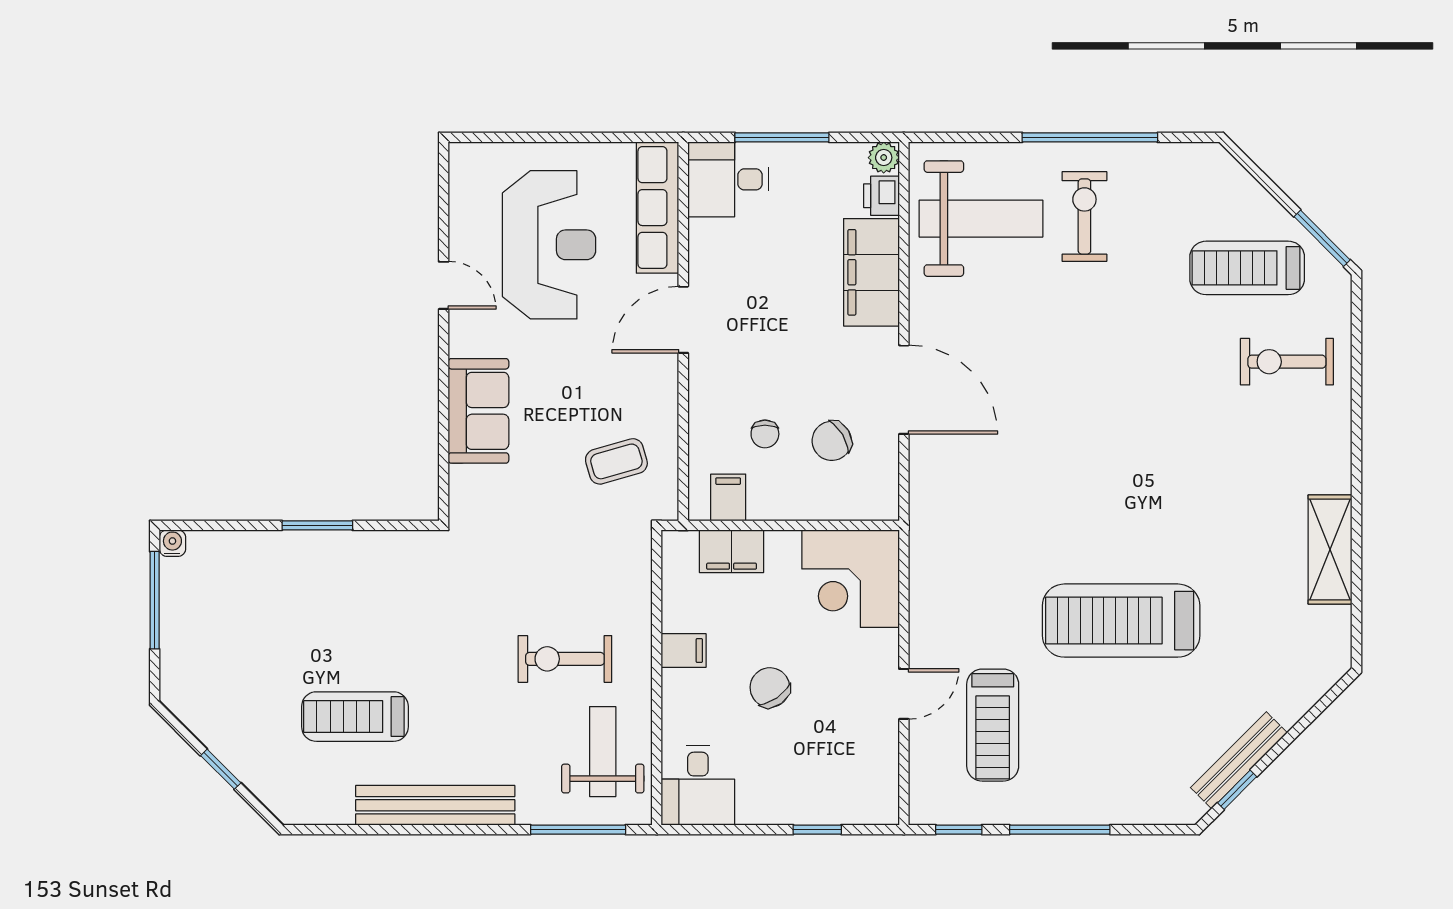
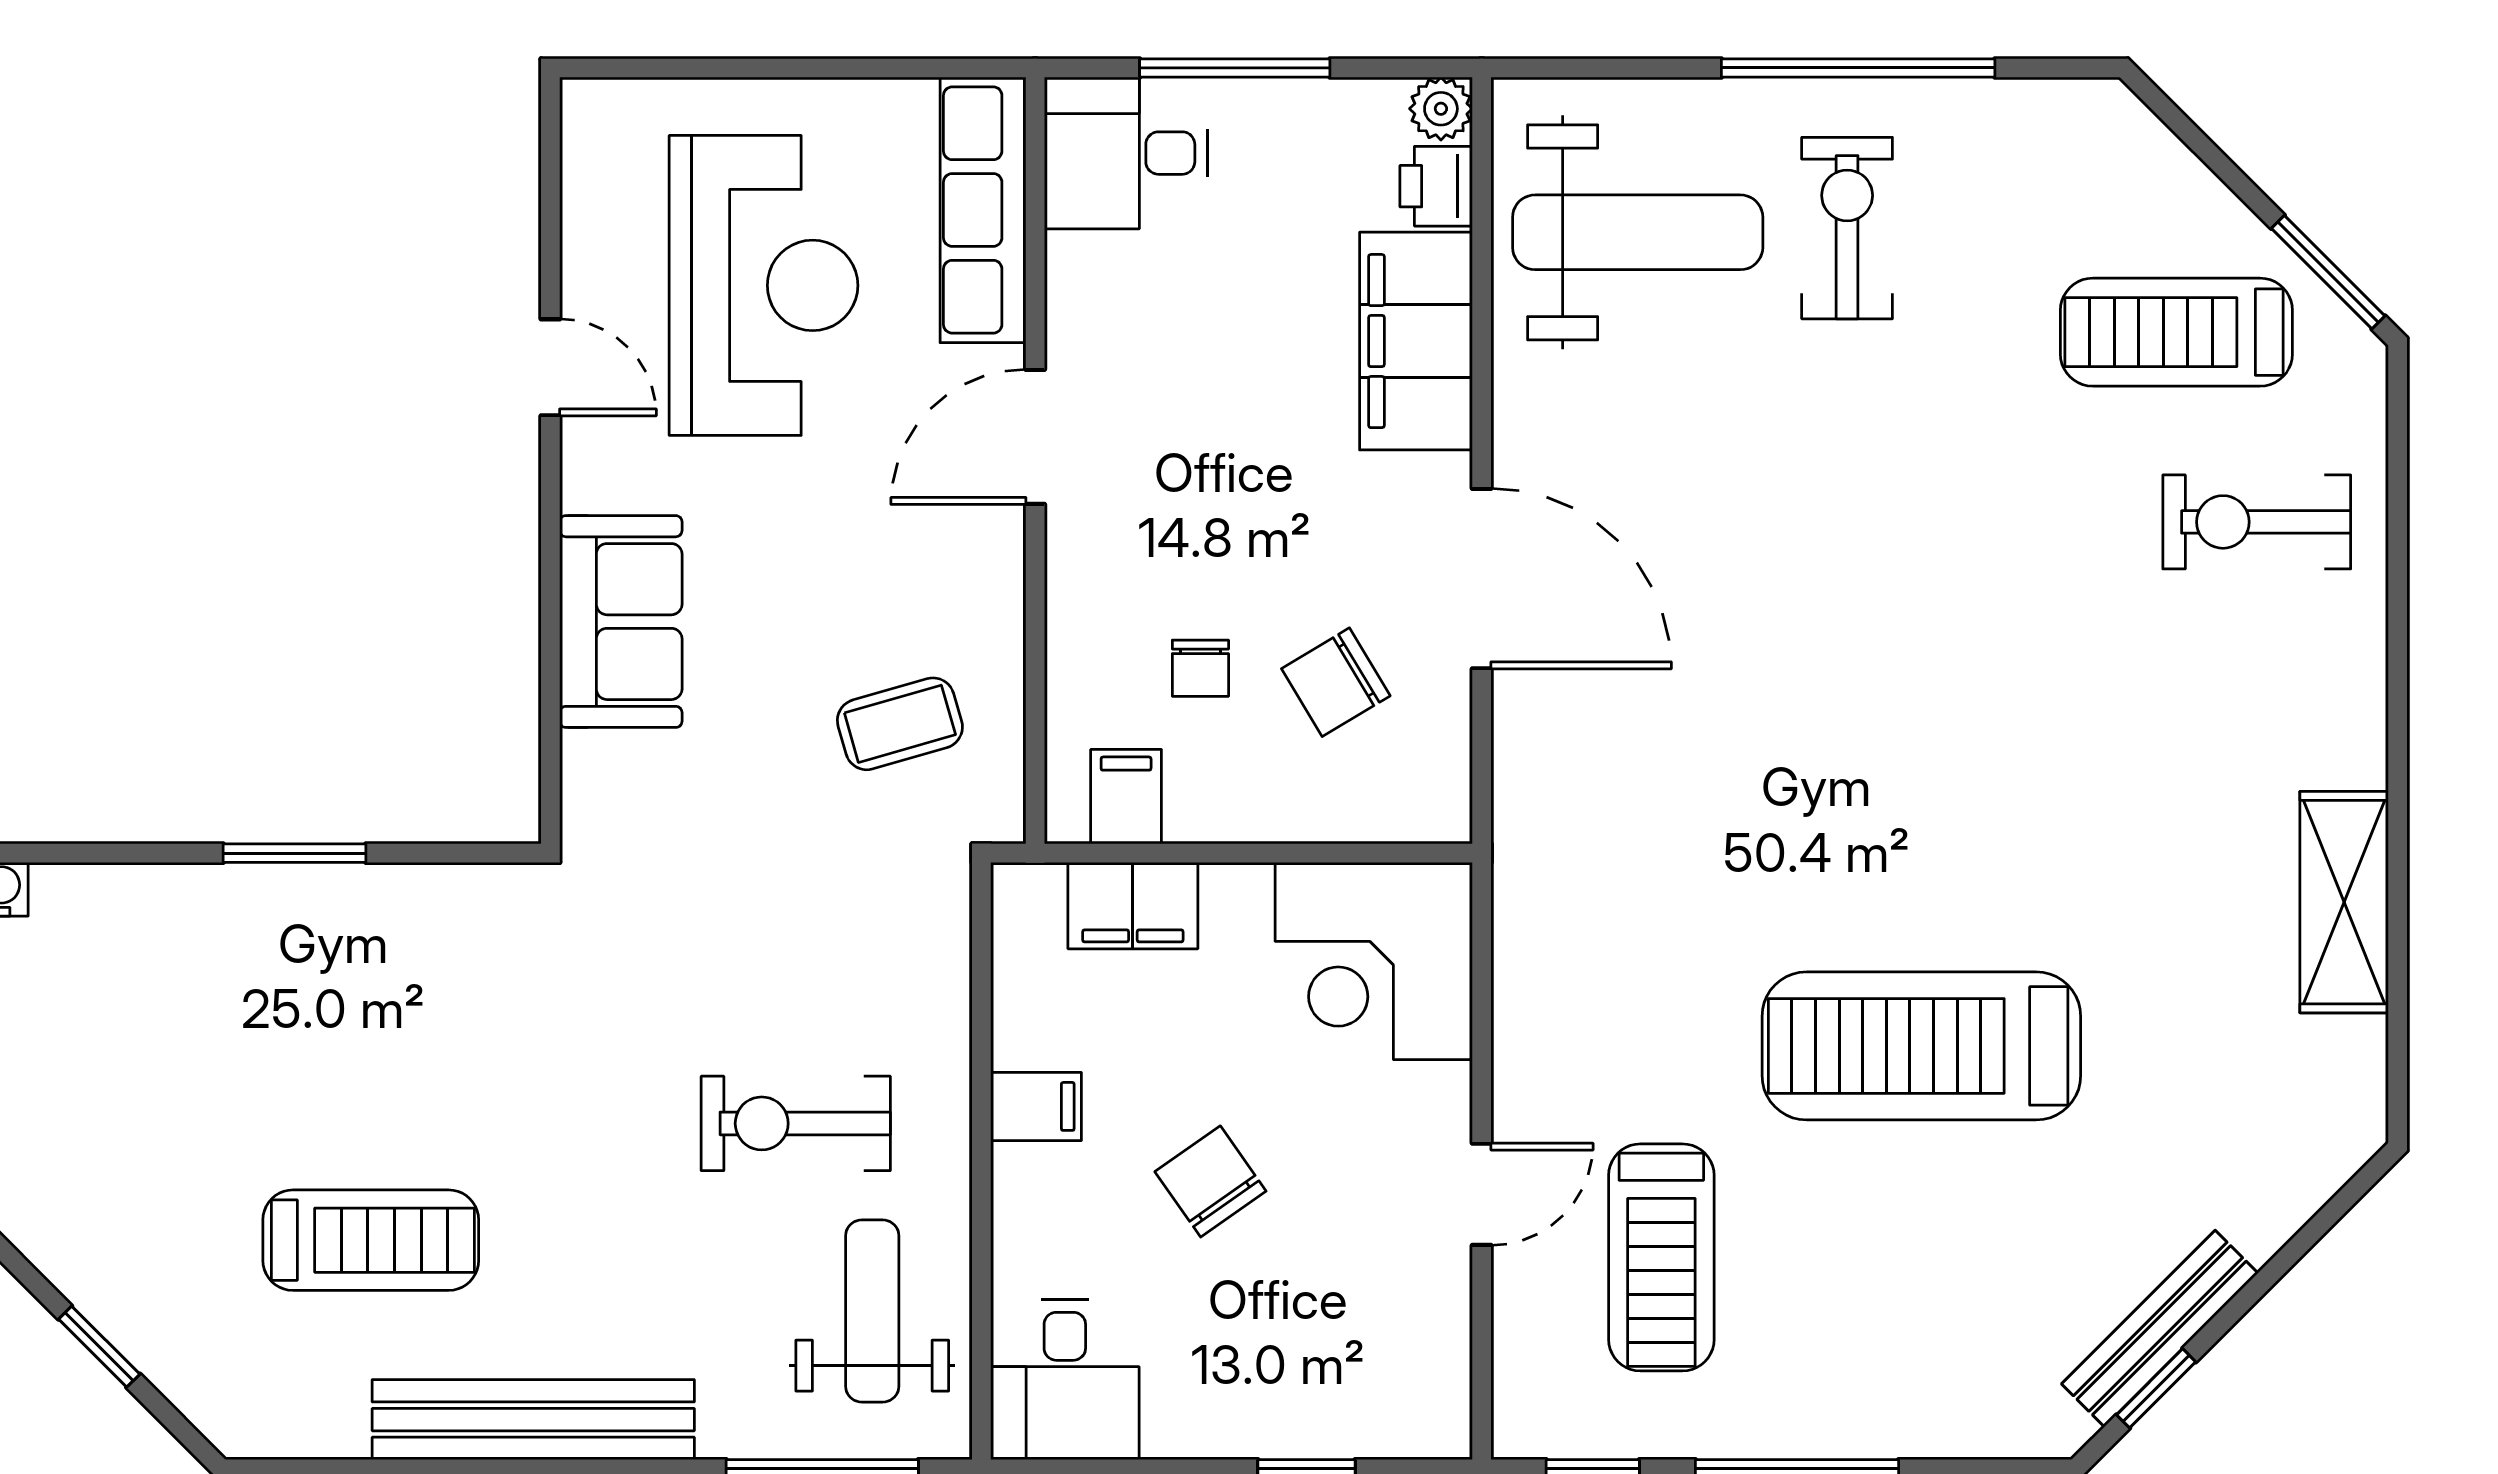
treadmill: (355, 717) -> (371, 1240), turned 180

